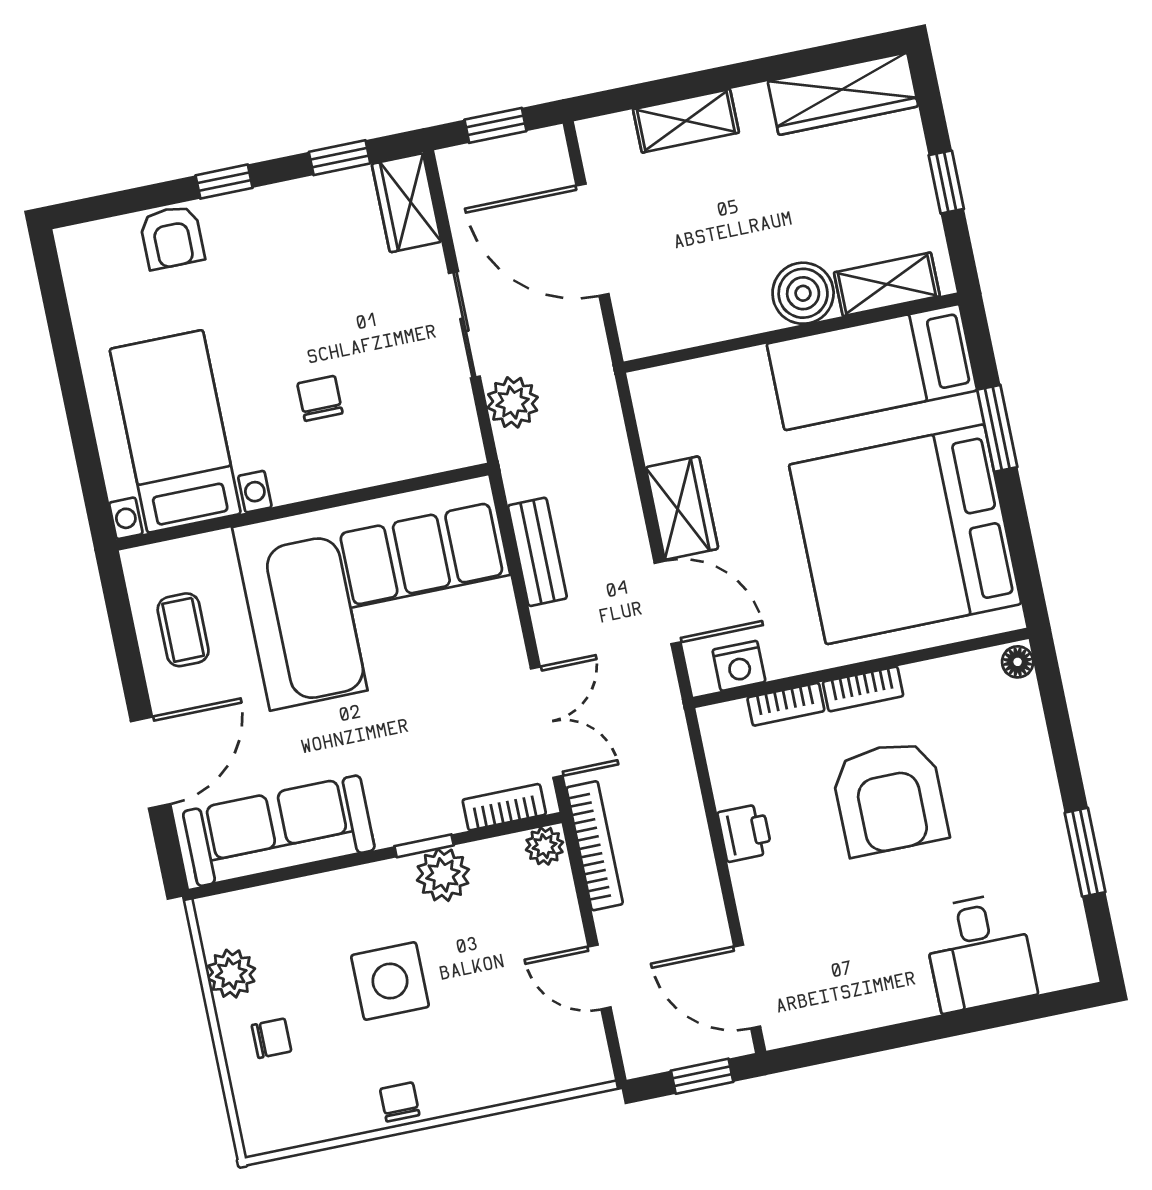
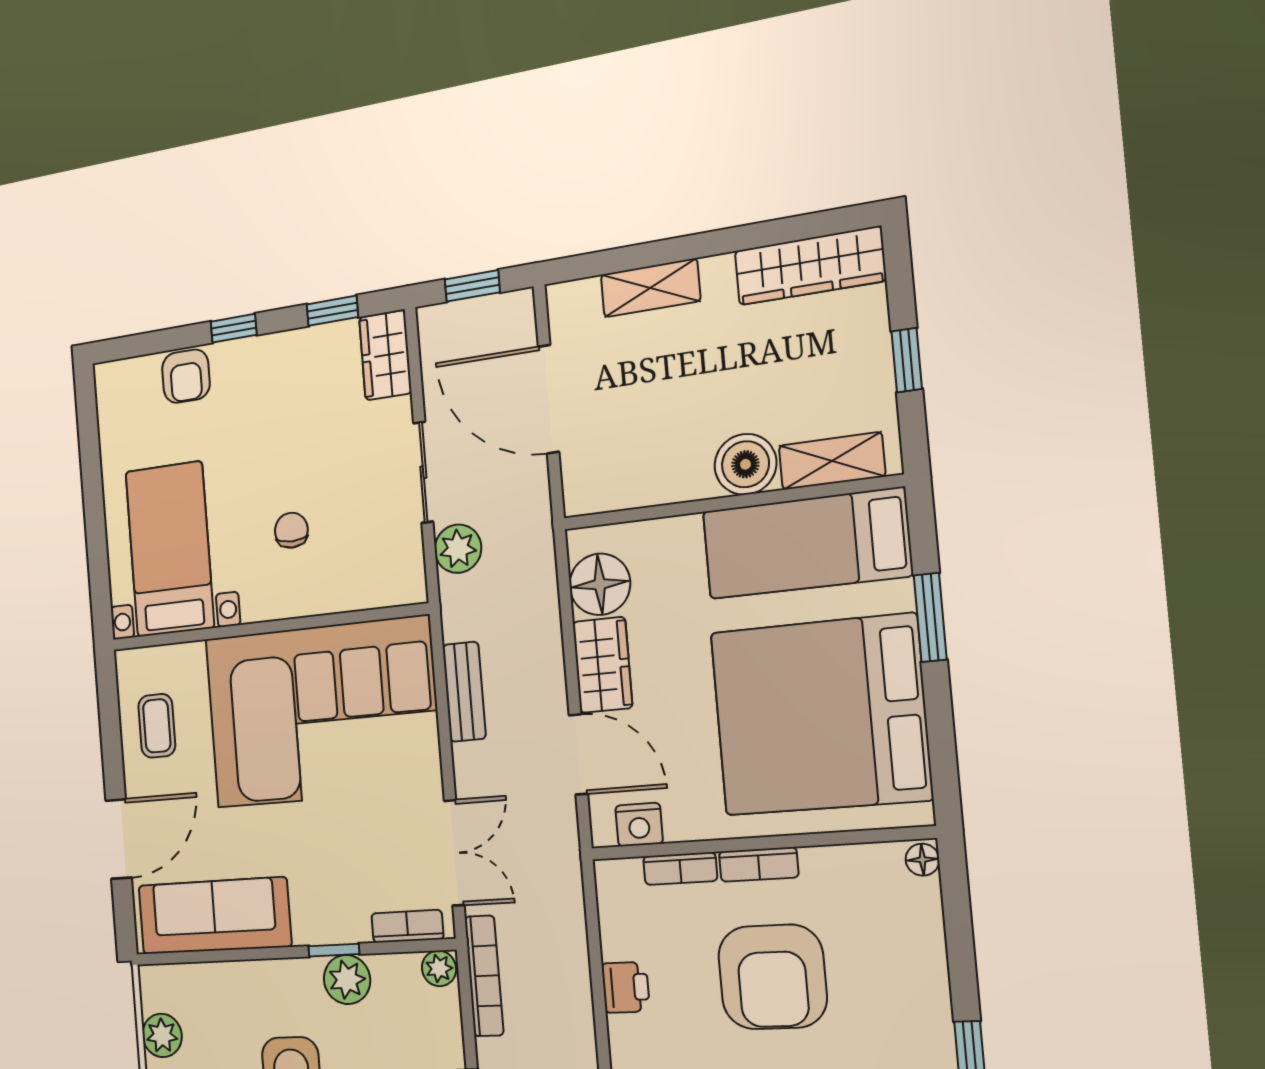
floor lamp: (669, 426) -> (600, 584), added

